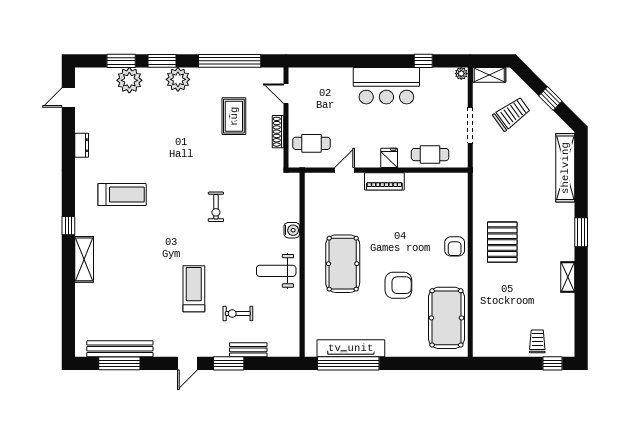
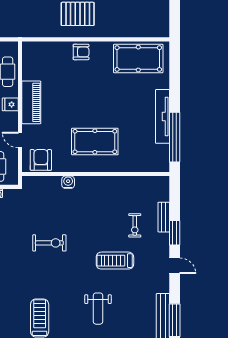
piano: (384, 181) -> (31, 102), width x1.37, depth x1.33
exercise bike: (216, 207) -> (49, 243), width x1.38, depth x1.39
weight bench: (276, 271) -> (98, 309), moved
armchair: (398, 285) -> (41, 160), moved
tv unit: (351, 348) -> (163, 116), moved

